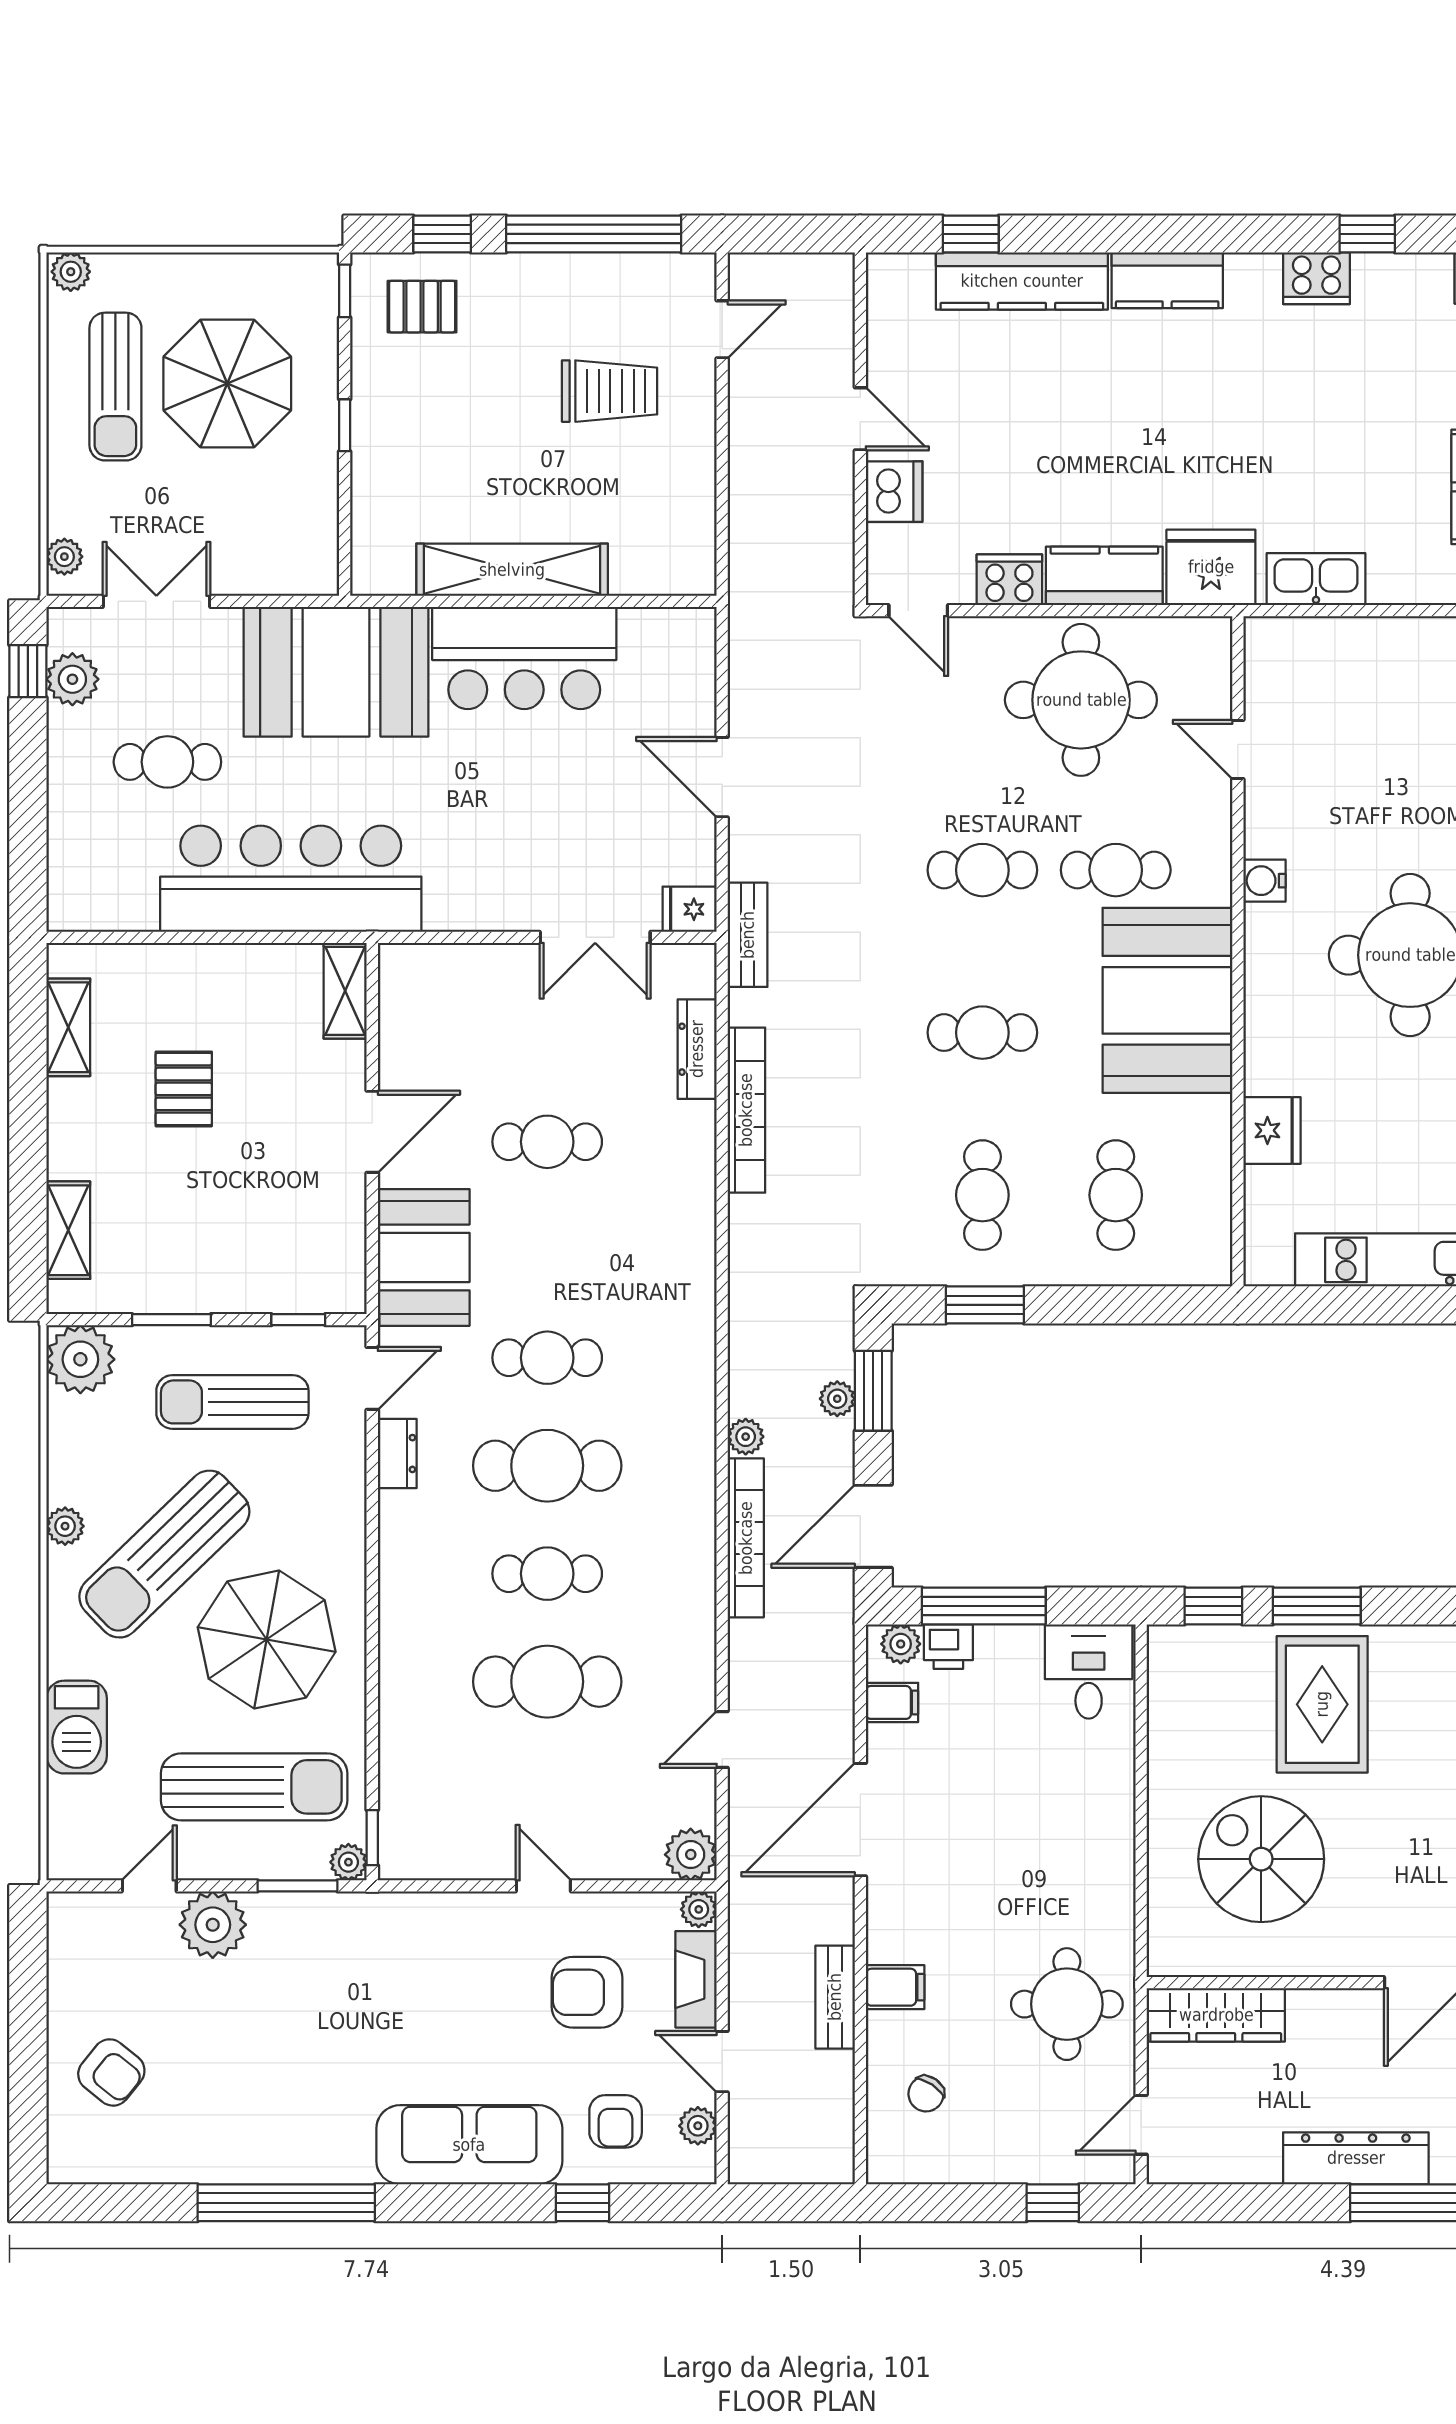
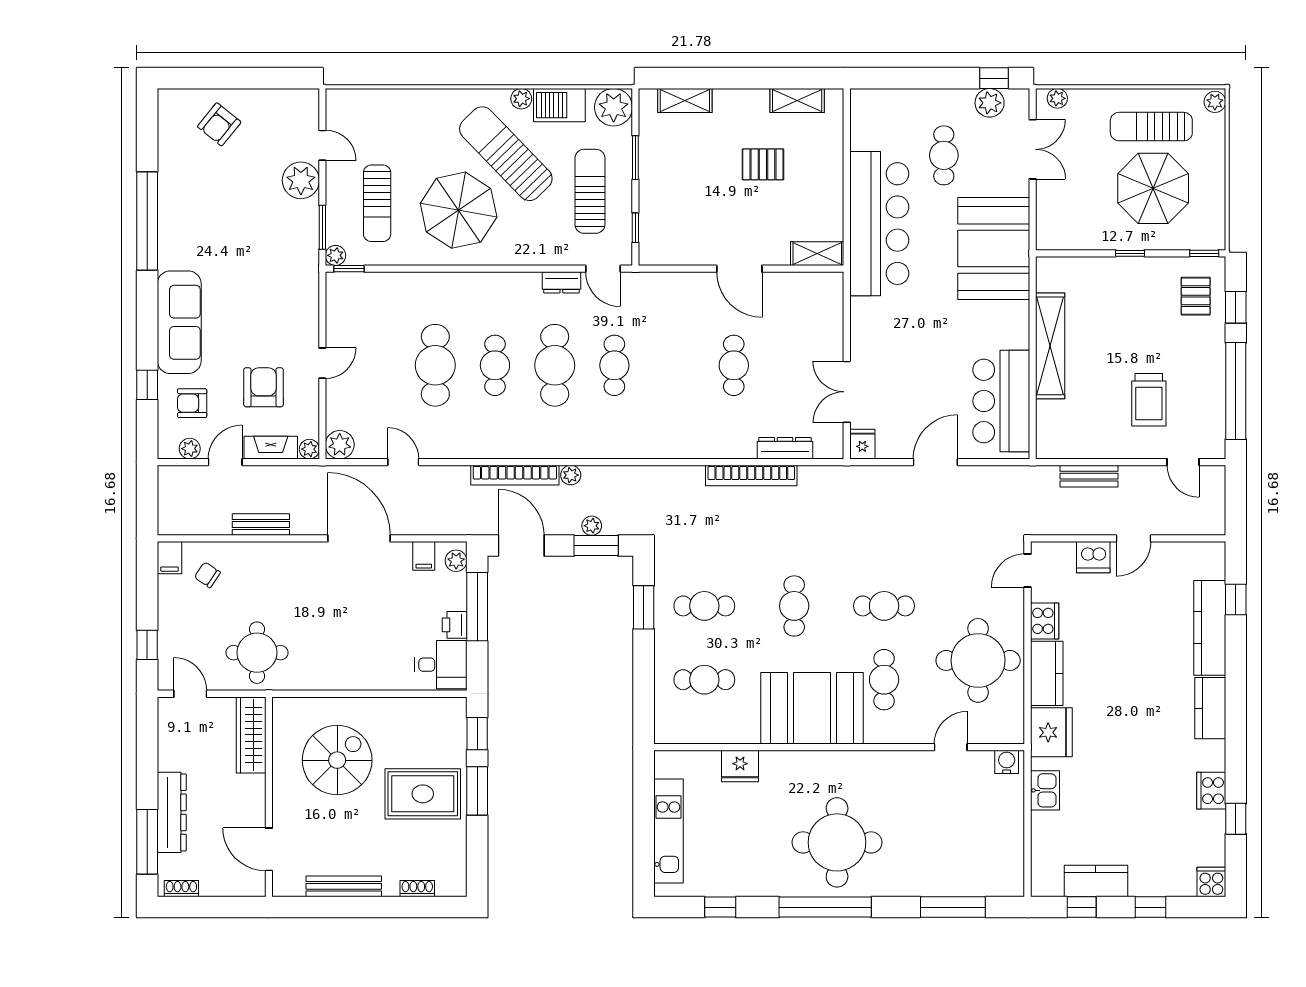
kitchen sink: (1316, 579) -> (1045, 790), width x0.73
bar counter: (524, 658) -> (1001, 401), moved
cafe table: (982, 870) -> (884, 606), turned 90
water cooler: (1264, 881) -> (1007, 762), moved
bench: (748, 935) -> (1089, 476), moved
booth: (424, 1257) -> (670, 297), removed
printer: (948, 1647) -> (455, 625), moved
barbecue: (77, 1727) -> (559, 105), moved
sun lounger: (254, 1787) -> (377, 203), width x0.73, depth x0.75
filing cabinet: (895, 1987) -> (169, 558), moved

